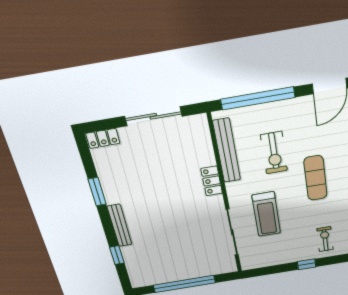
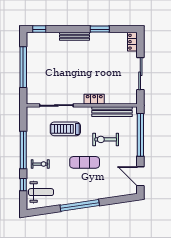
window: (117, 255) -> (39, 29), moved
window: (307, 264) -> (23, 150), width x3.17

